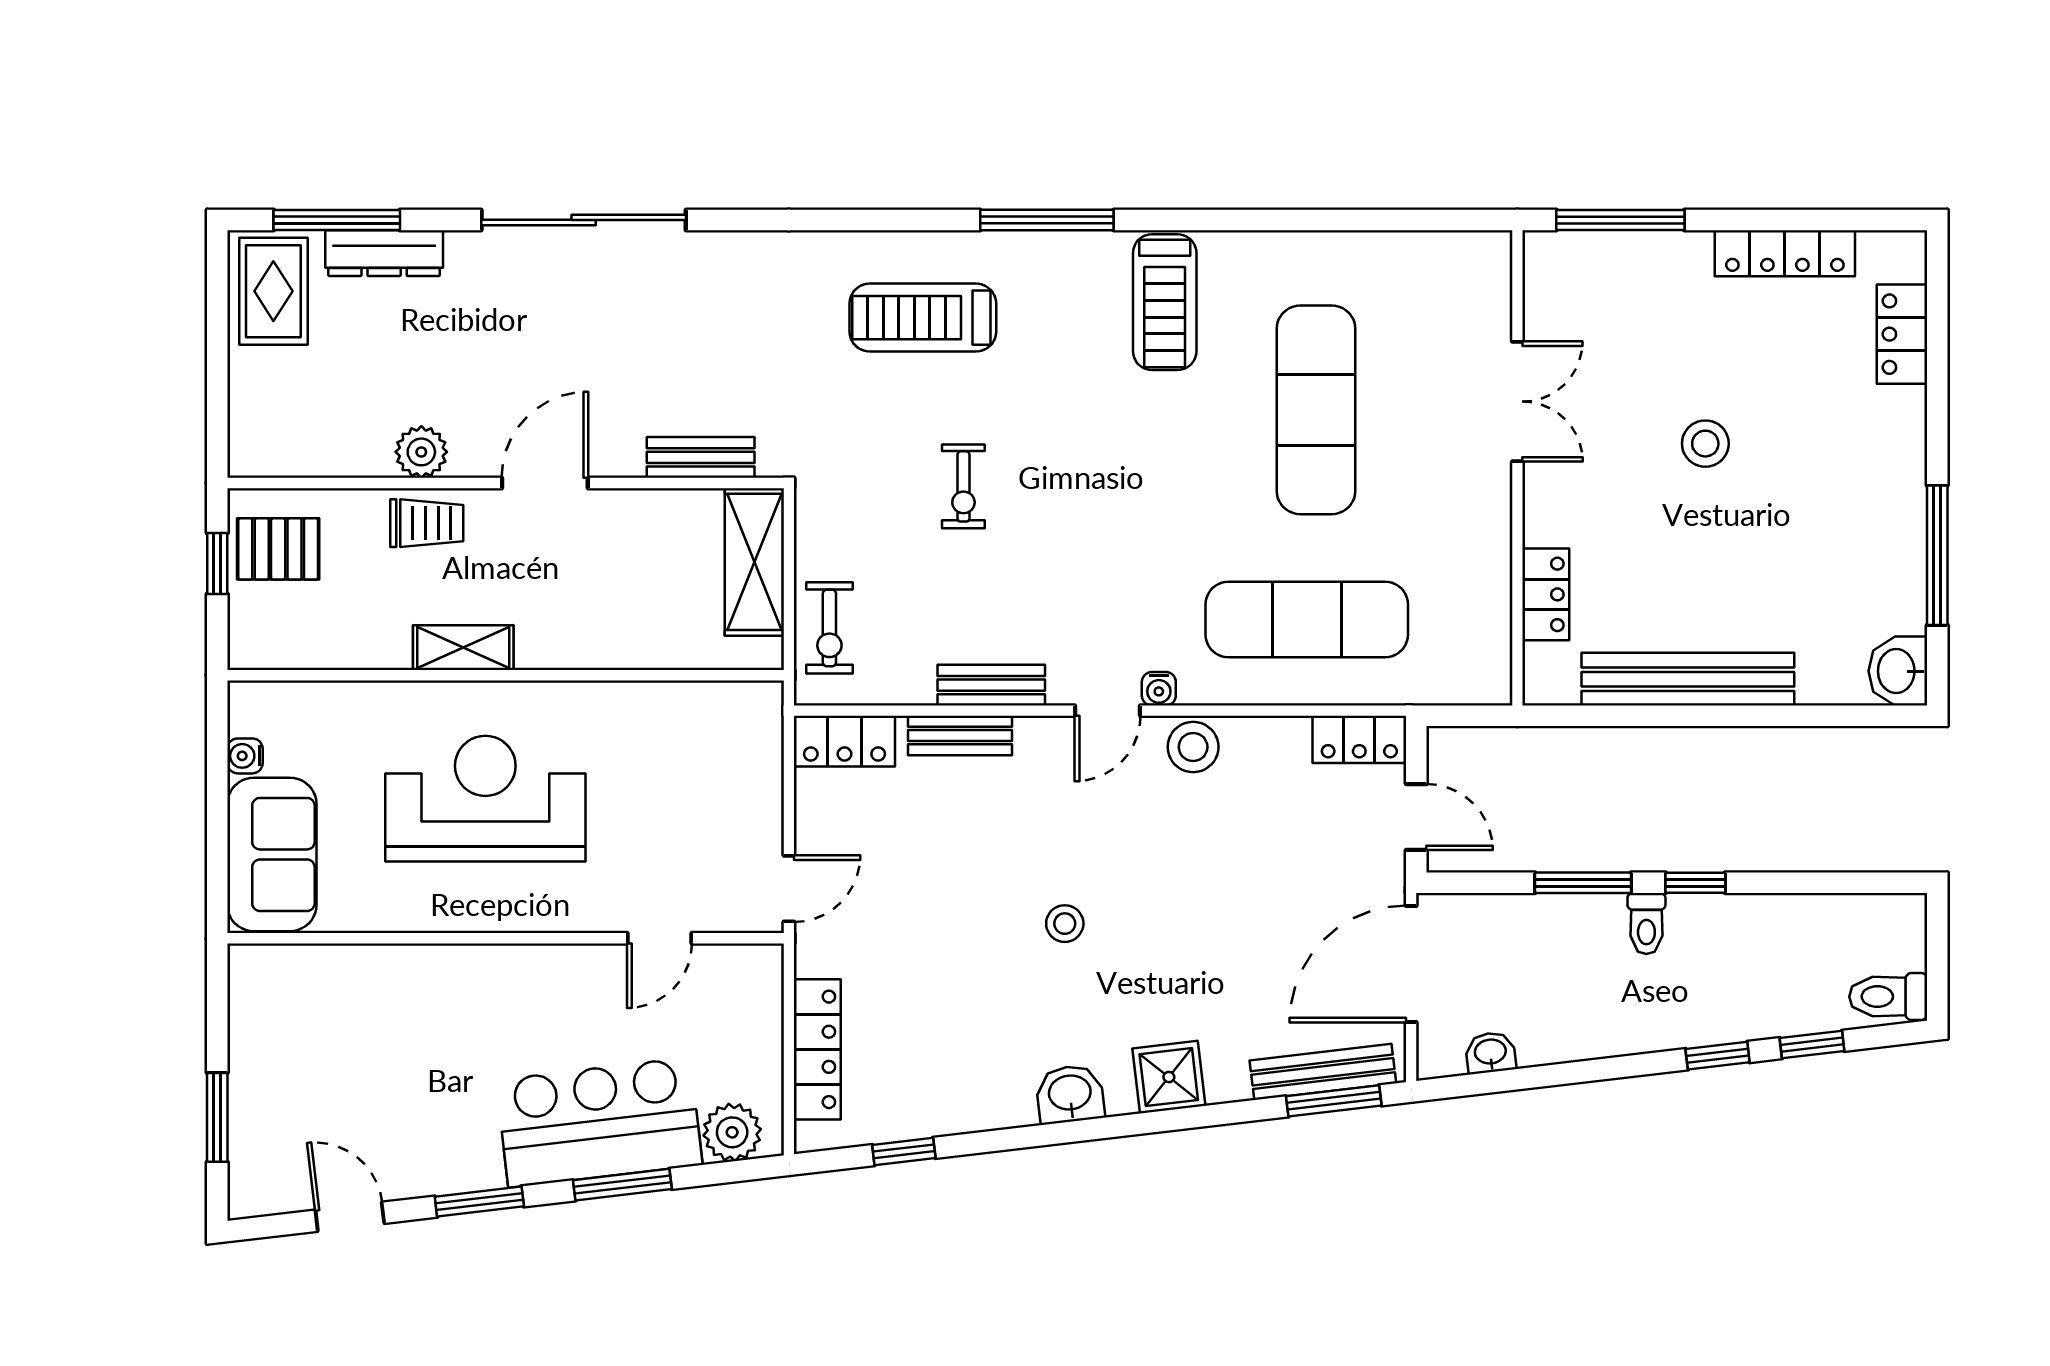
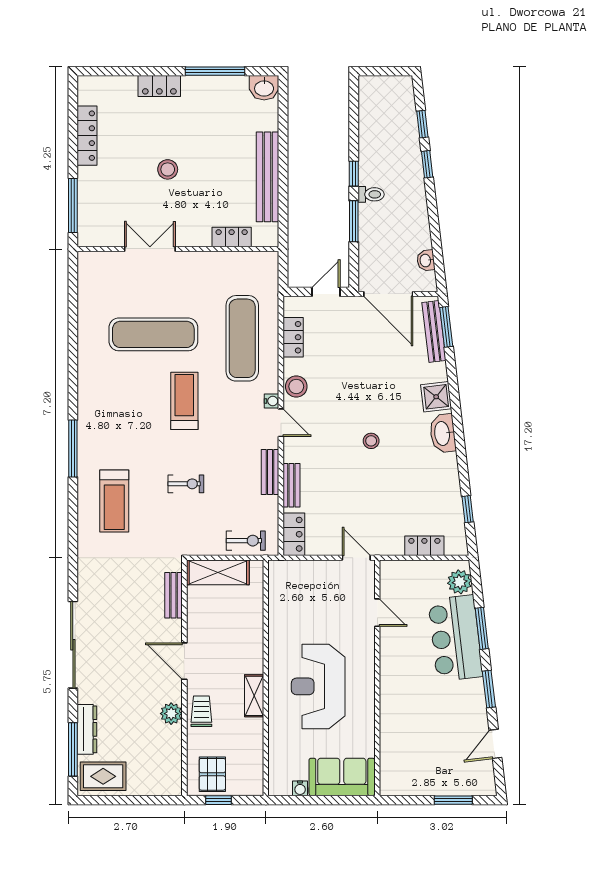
treadmill: (1165, 302) -> (184, 401), moved, turned -90
locker: (1902, 334) -> (159, 86), moved
locker: (1359, 739) -> (293, 337), moved
toilet: (1888, 997) -> (402, 92), removed
locker: (817, 1049) -> (424, 546), width x0.66
washbasin: (1070, 1094) -> (443, 433), width x1.38

